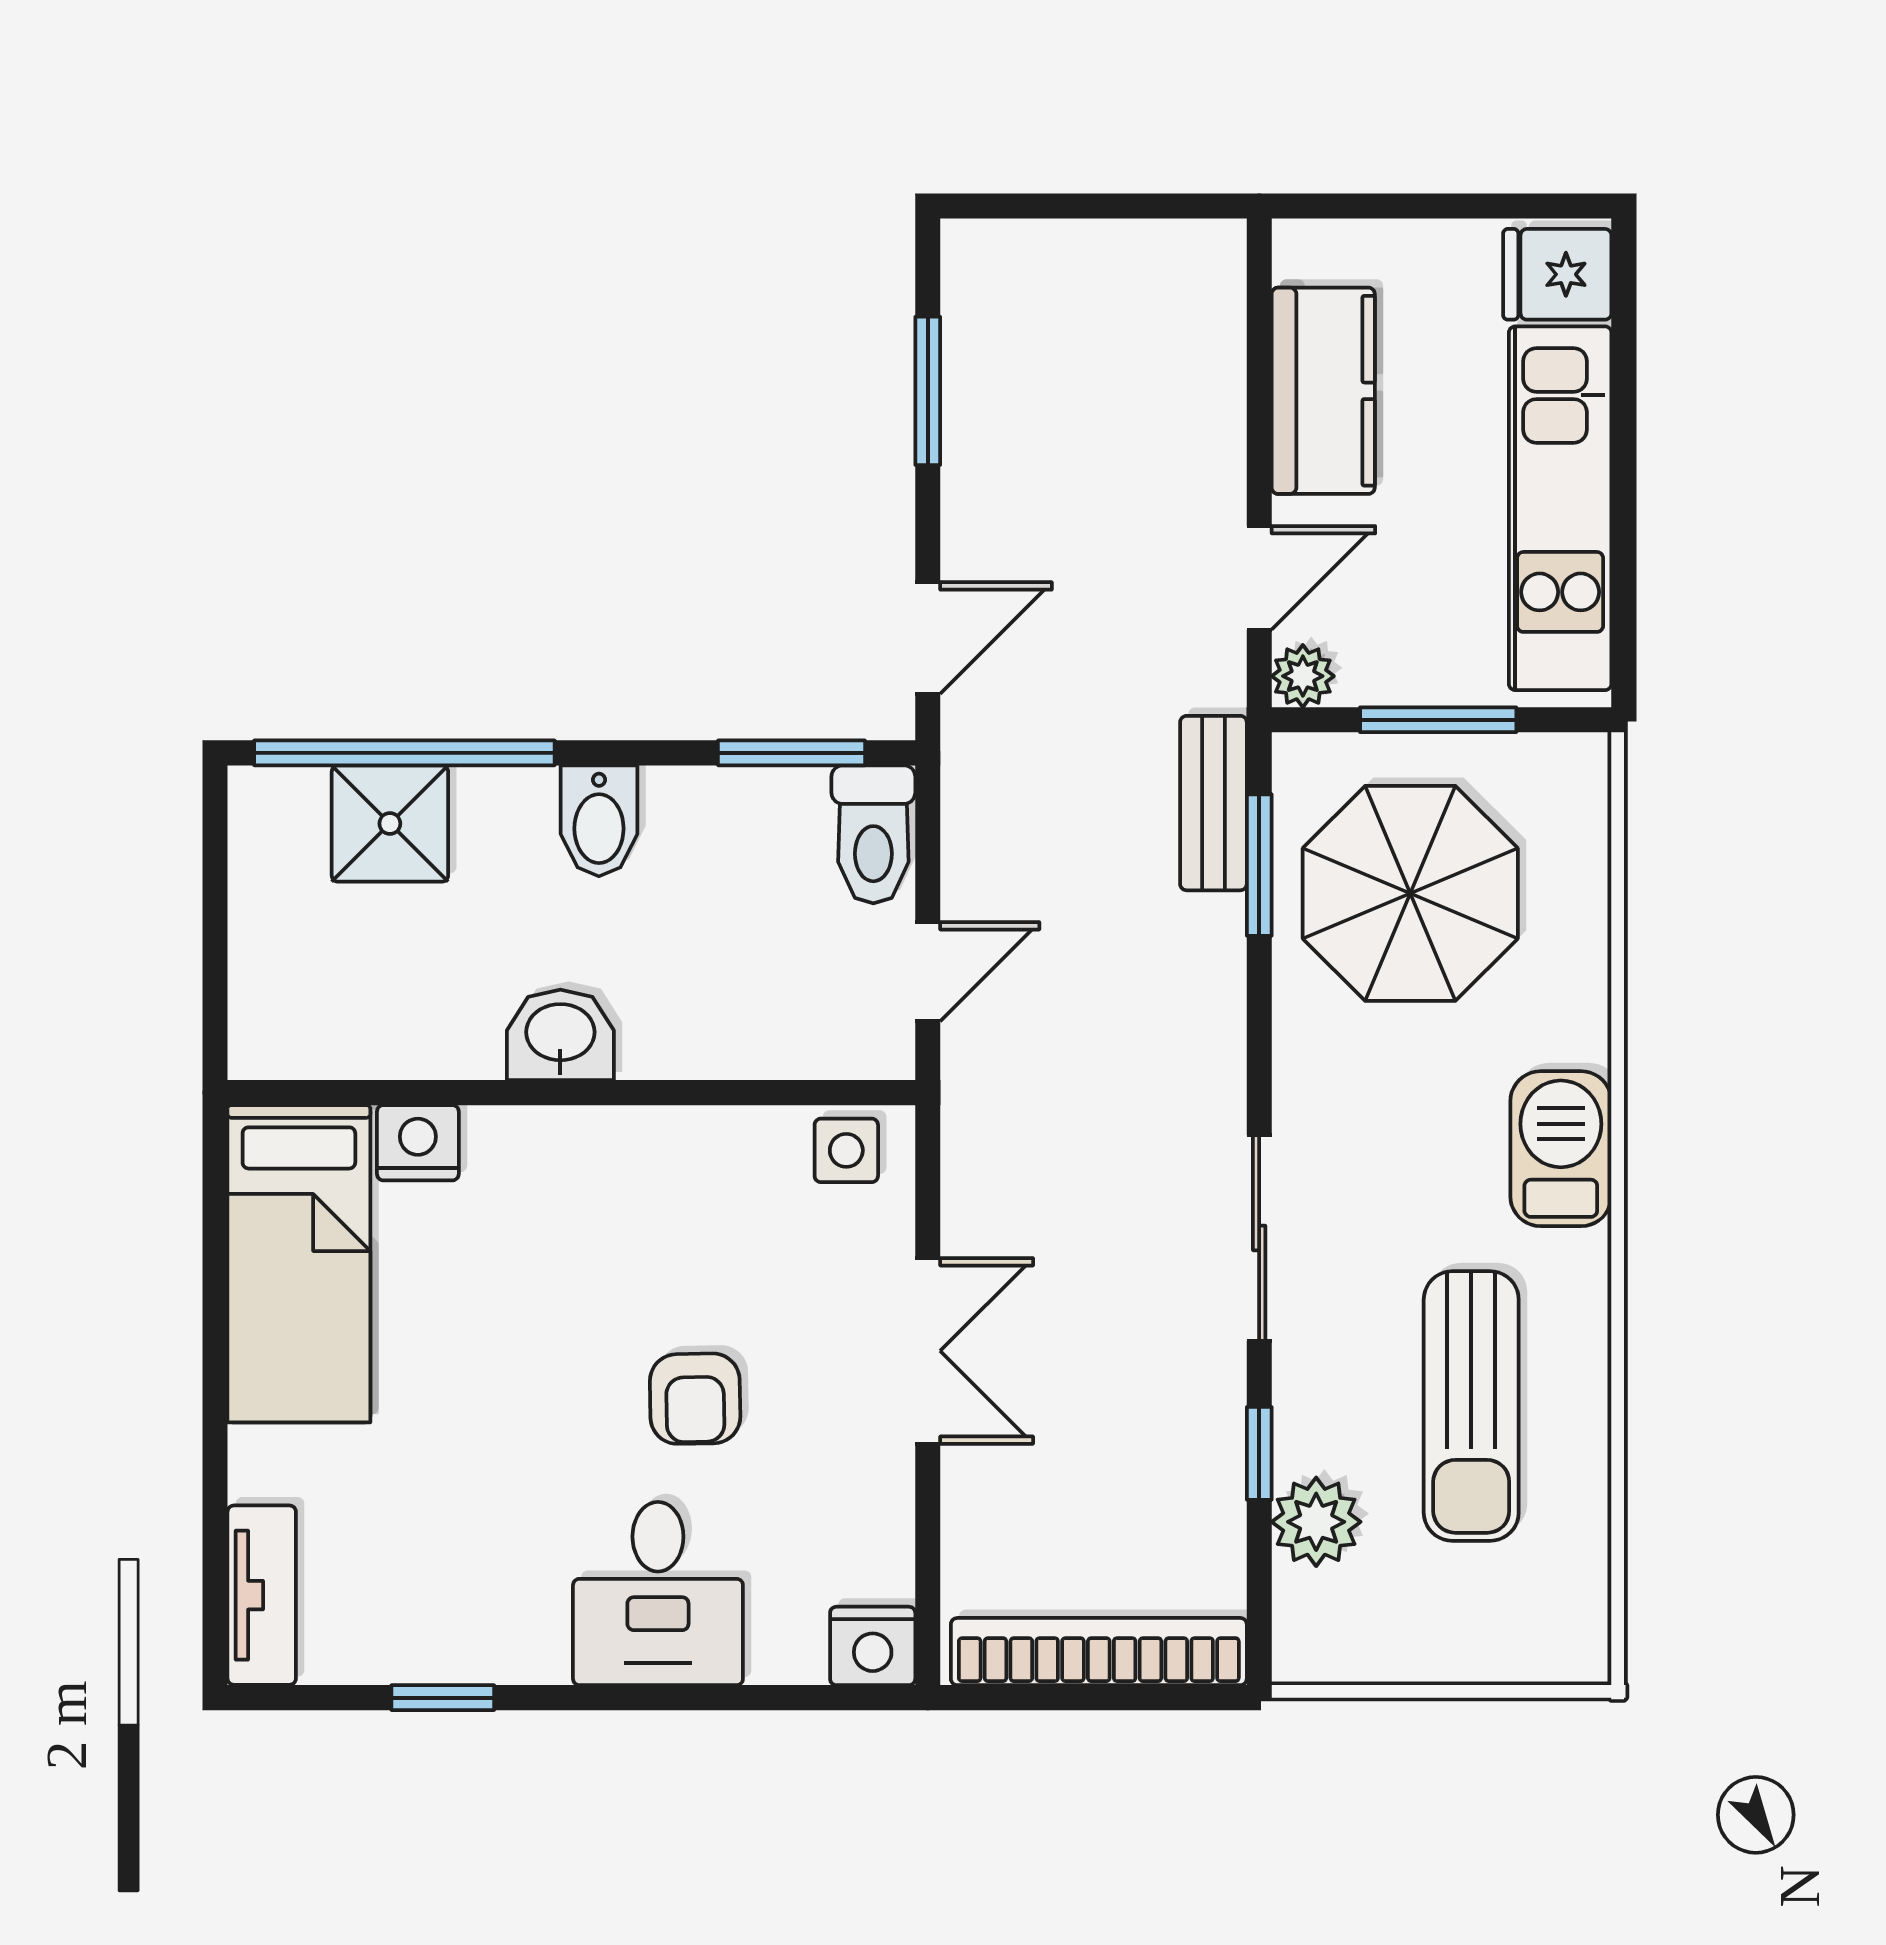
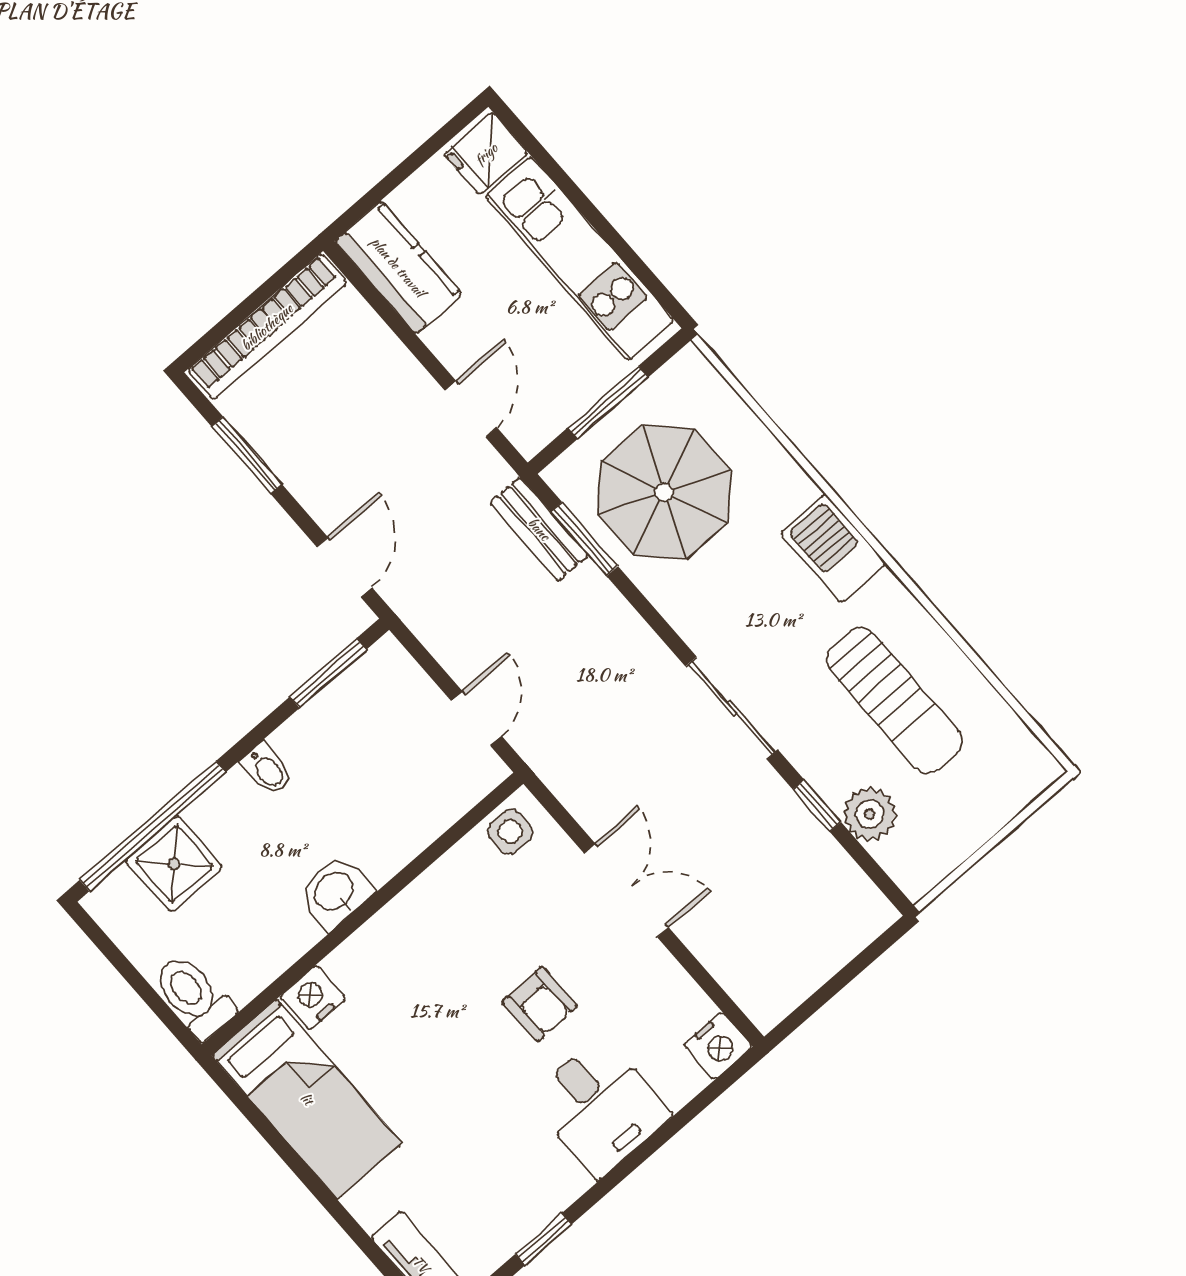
kitchen counter: (1323, 391) -> (398, 267), moved
plant: (1303, 676) -> (529, 436), removed
bidet: (599, 821) -> (267, 769), width x0.72, depth x0.74
toilet: (873, 834) -> (194, 997), moved, turned 180
bookcase: (1099, 1652) -> (267, 327), moved, turned 180

